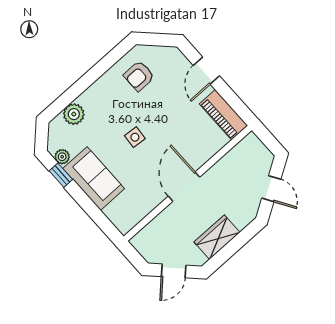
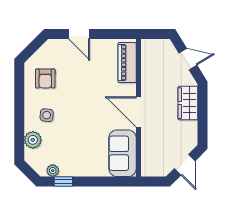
piano: (223, 115) -> (127, 63), moved, turned 90
side table: (135, 137) -> (47, 115), moved
sofa: (94, 179) -> (122, 153), moved, turned -90
wardrobe: (217, 237) -> (188, 103), moved

